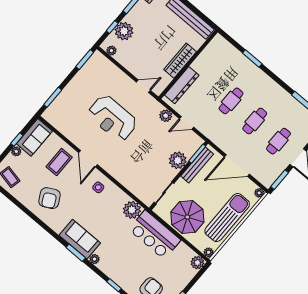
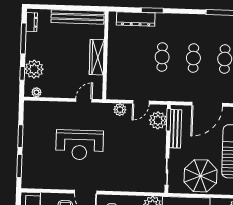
window: (85, 60) -> (20, 136), moved
dresser: (182, 85) -> (136, 19), moved, turned 90
plant: (178, 160) -> (158, 120), moved

